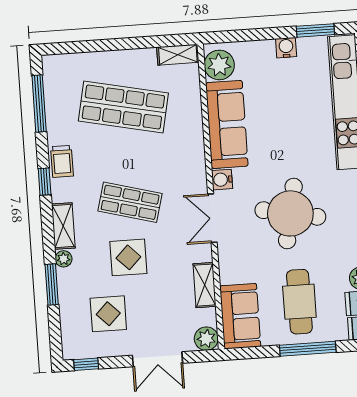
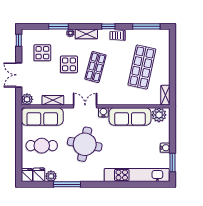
sofa: (240, 316) -> (42, 116), width x1.36
window: (308, 349) -> (19, 148), removed

